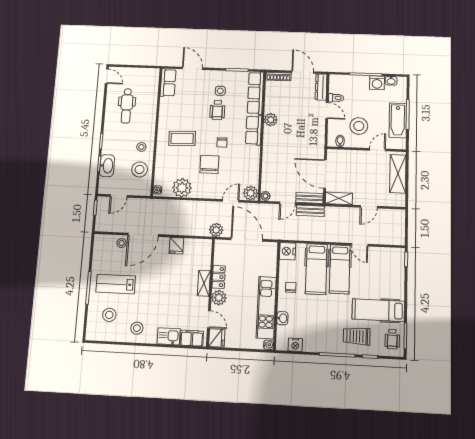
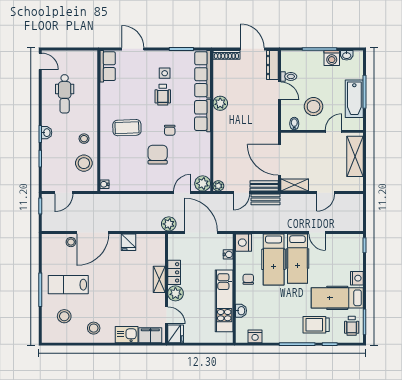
washbasin: (107, 166) -> (47, 133), moved, width x0.52, depth x0.69
plant: (182, 188) -> (130, 181), removed
nightstand: (398, 291) -> (357, 278), added
water cooler: (269, 345) -> (228, 254), moved

